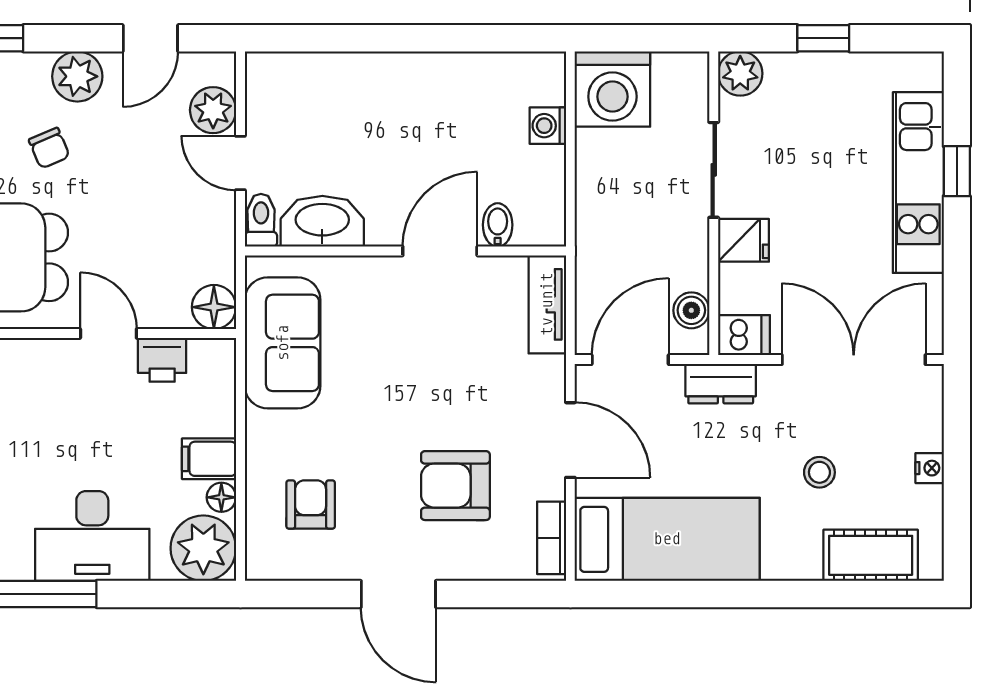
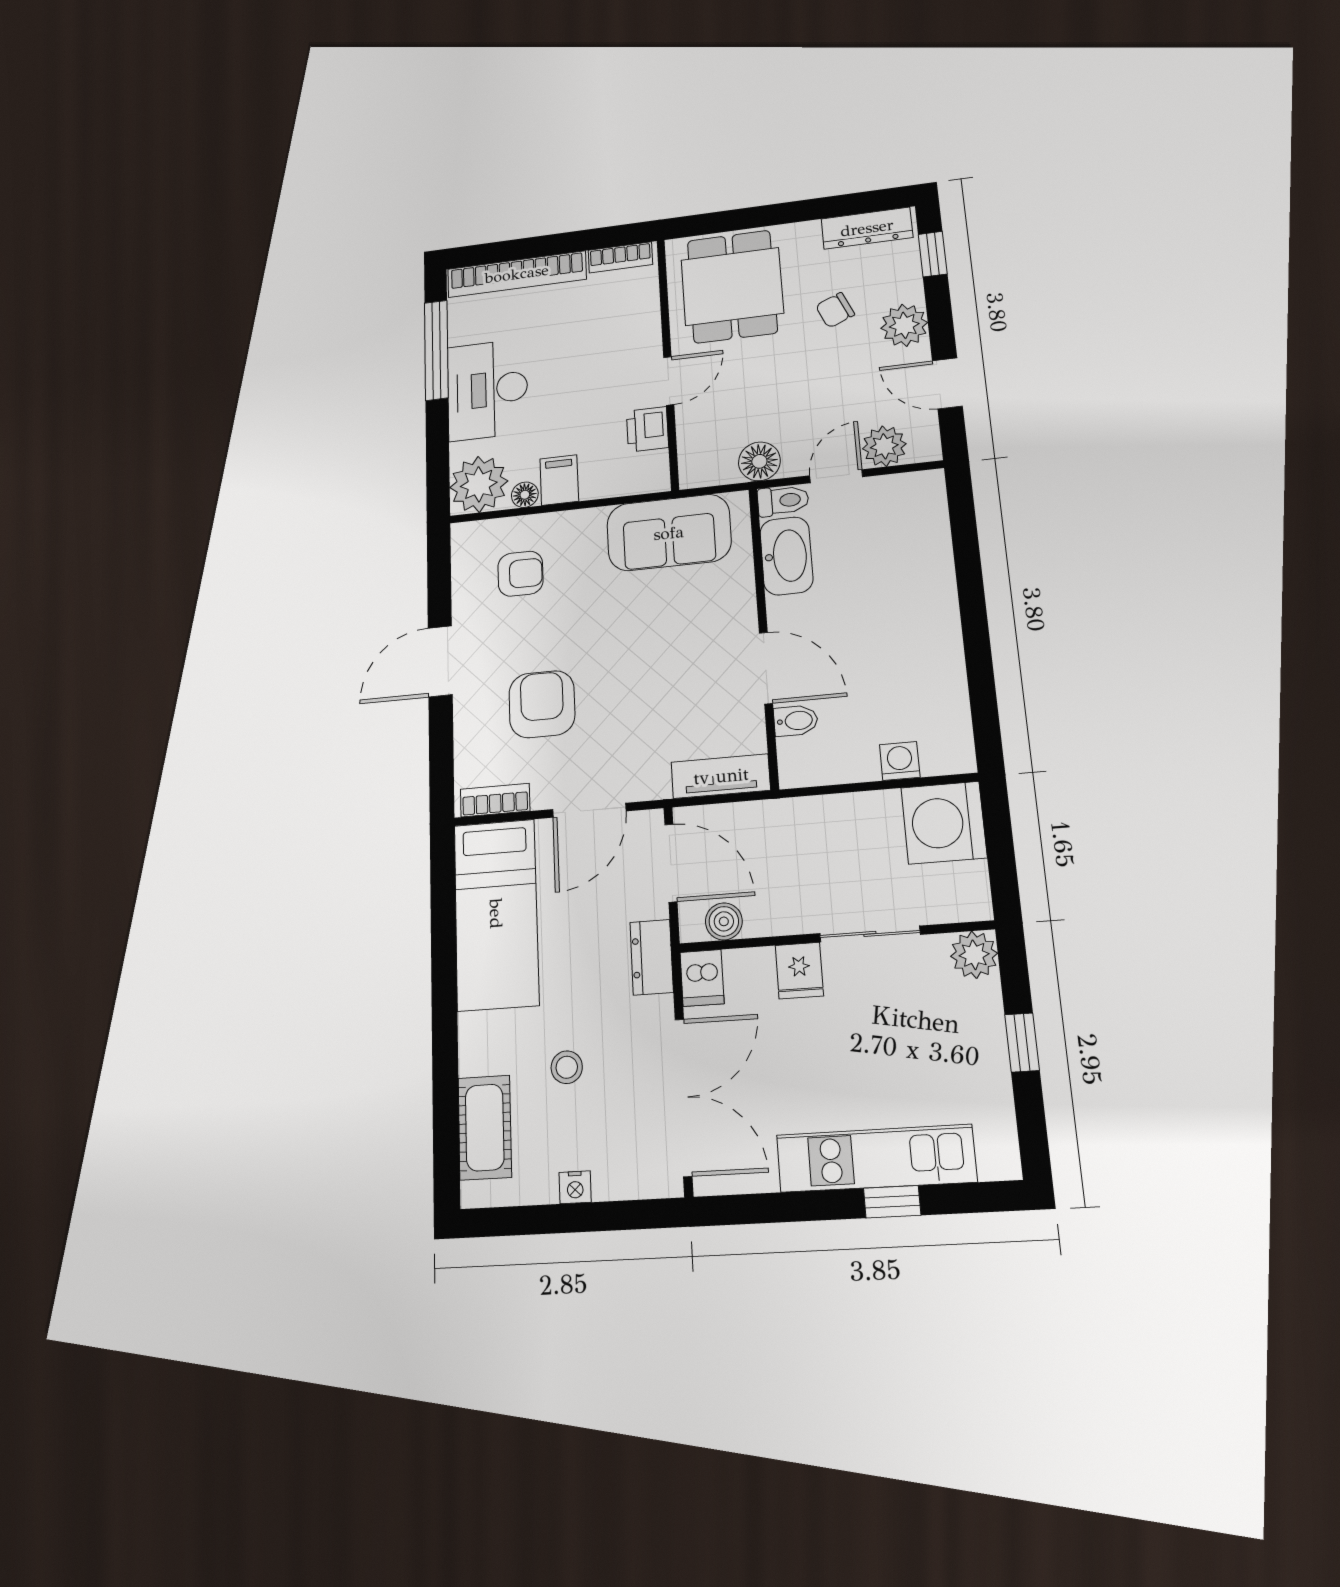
floor lamp: (214, 307) -> (759, 461), moved

